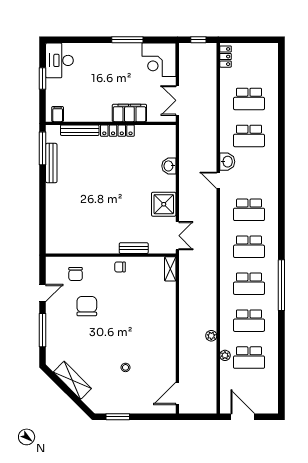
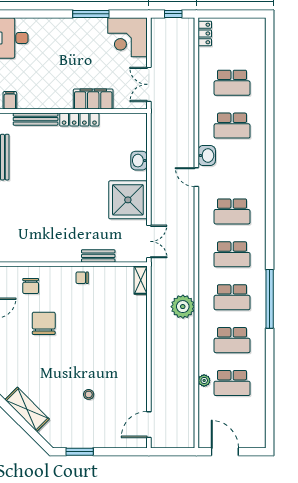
shower: (164, 204) -> (128, 200), width x1.37, depth x1.37
plant: (211, 336) -> (183, 307), moved, width x1.87, depth x1.87

